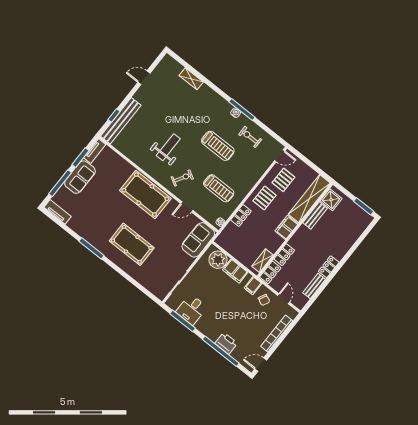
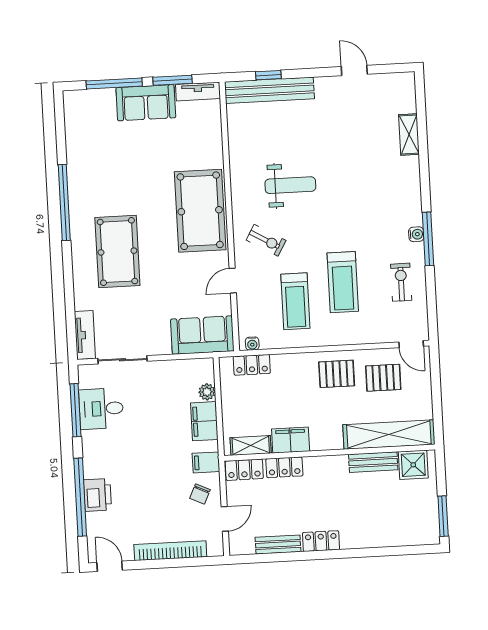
treadmill: (218, 146) -> (343, 282), moved
door: (187, 207) -> (233, 281), hinge flipped
tv unit: (58, 212) -> (85, 335), moved
locker: (241, 215) -> (252, 365), moved
filing cabinet: (287, 227) -> (291, 440), moved
window: (91, 248) -> (64, 202), width x1.46
plant: (218, 260) -> (207, 392), width x0.53, depth x0.53

